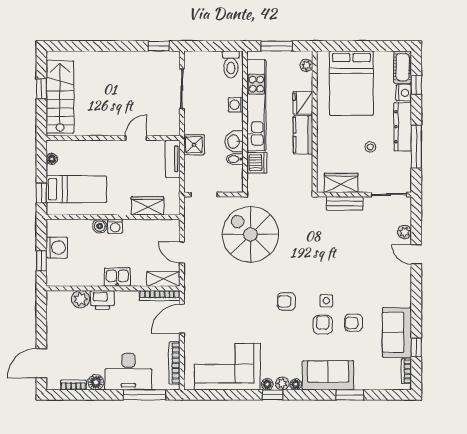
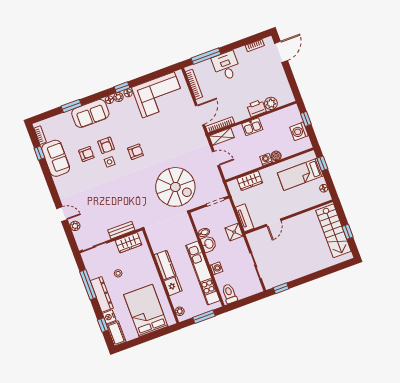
dishwasher: (257, 163) -> (189, 235), removed
desk: (128, 372) -> (226, 66), width x0.73
floor lamp: (96, 382) -> (241, 53), removed

